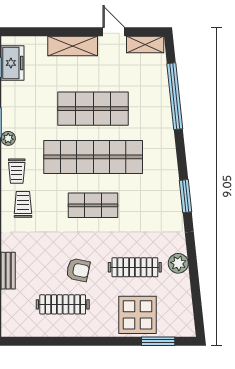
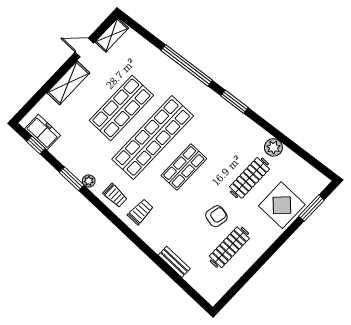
window: (175, 96) -> (187, 65), moved
trolley: (23, 204) -> (140, 212), turned 90

